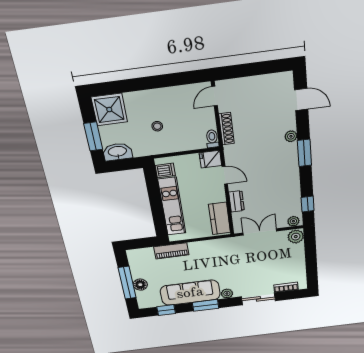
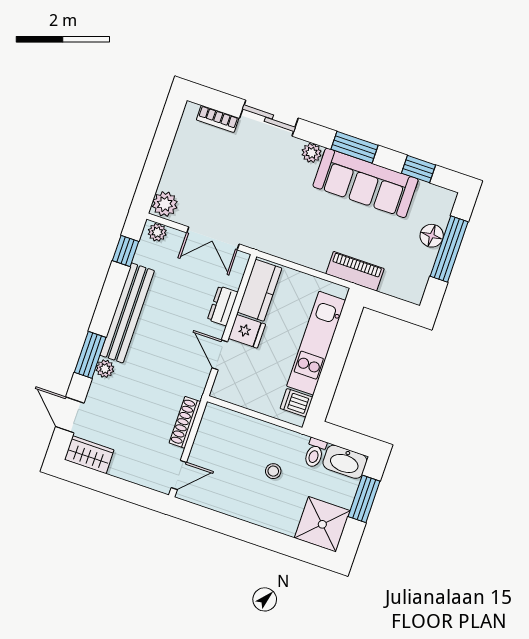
wardrobe: (278, 81) -> (89, 455), added
toilet: (212, 139) -> (315, 453), moved
window: (304, 153) -> (90, 355), moved
fridge: (210, 159) -> (247, 331), moved
bench: (291, 173) -> (127, 313), added

